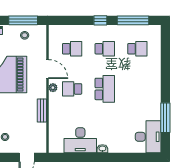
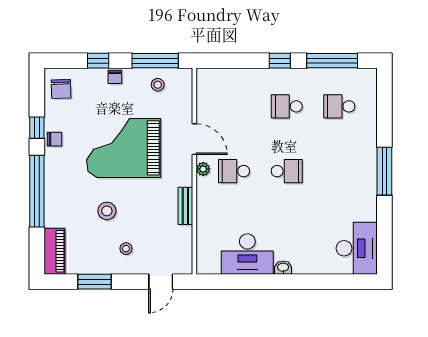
school desk: (72, 49) -> (234, 106), removed
school desk: (105, 49) -> (287, 106), turned 180
school desk: (137, 49) -> (339, 106), turned 180
school desk: (105, 89) -> (287, 171), width x0.54
window: (165, 118) -> (384, 171), moved

